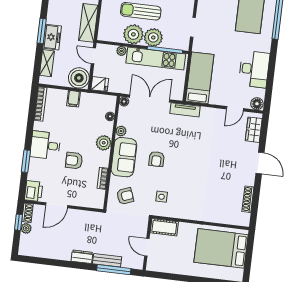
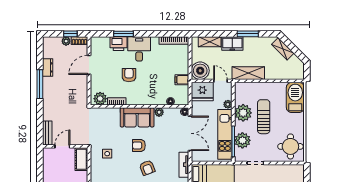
window: (42, 31) -> (248, 34), moved
plant: (153, 37) -> (242, 140), moved
door: (93, 56) -> (221, 81), hinge flipped
fridge: (100, 84) -> (202, 92), width x1.88, depth x1.34
filing cabinet: (74, 99) -> (182, 80), moved
plant: (104, 143) -> (100, 99), moved
printer: (34, 191) -> (118, 44), moved
armchair: (125, 196) -> (147, 168), moved
door: (57, 205) -> (89, 65), hinge flipped
dresser: (82, 257) -> (48, 67), moved
bench: (107, 260) -> (47, 133), moved
window: (114, 270) -> (40, 84), moved

